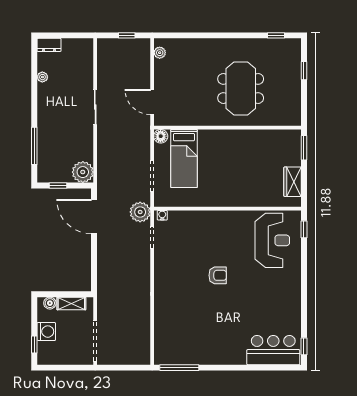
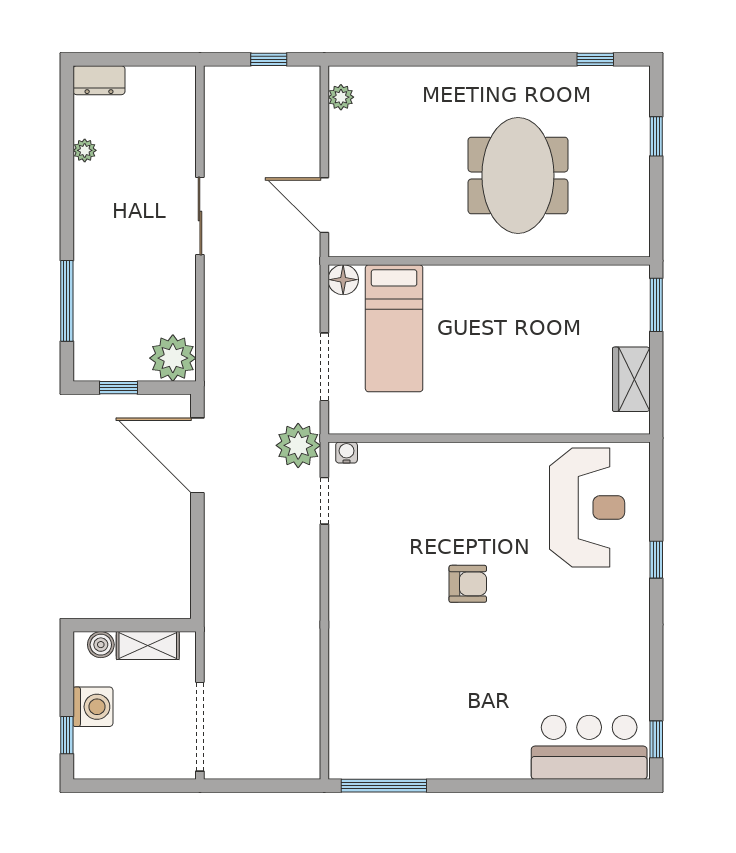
window: (304, 229) -> (656, 560), moved

